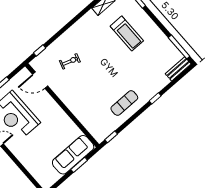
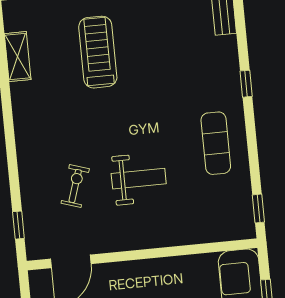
treadmill: (127, 34) -> (98, 52), turned -90
weight bench: (90, 83) -> (139, 179), added

